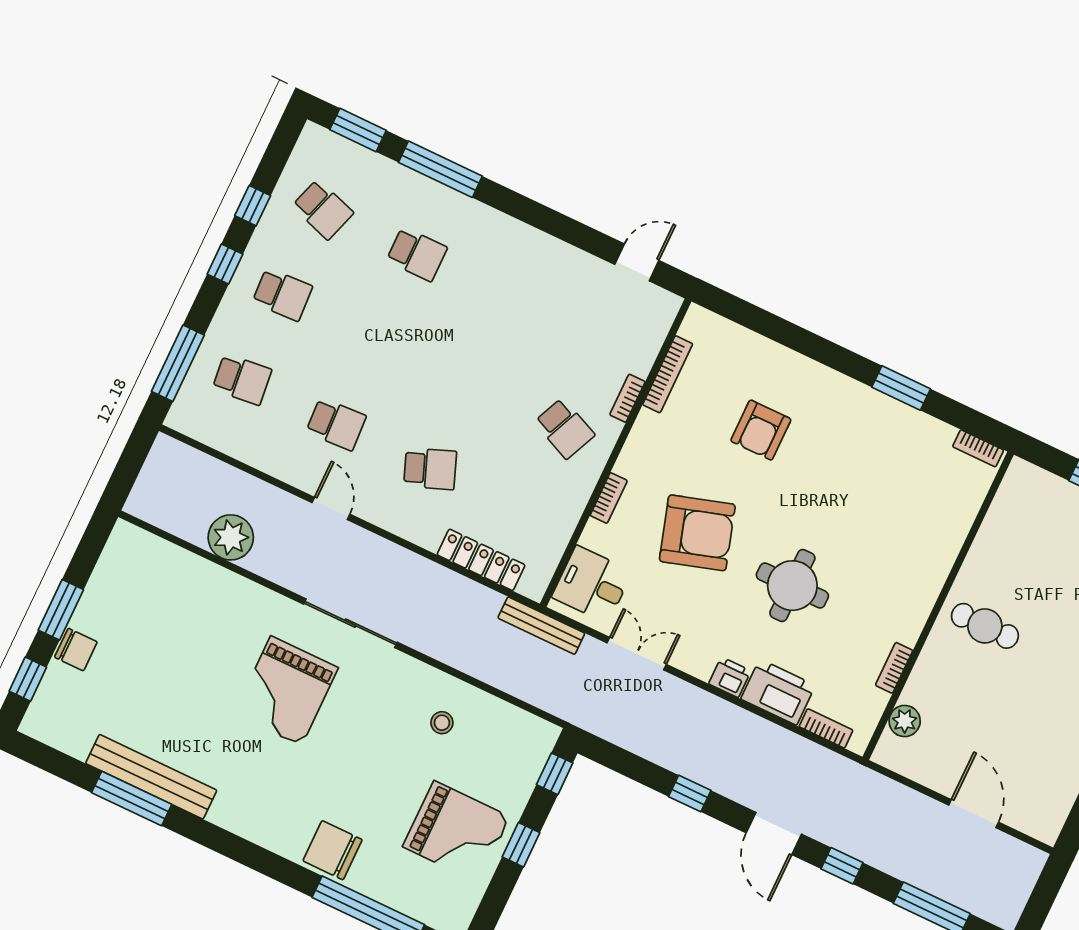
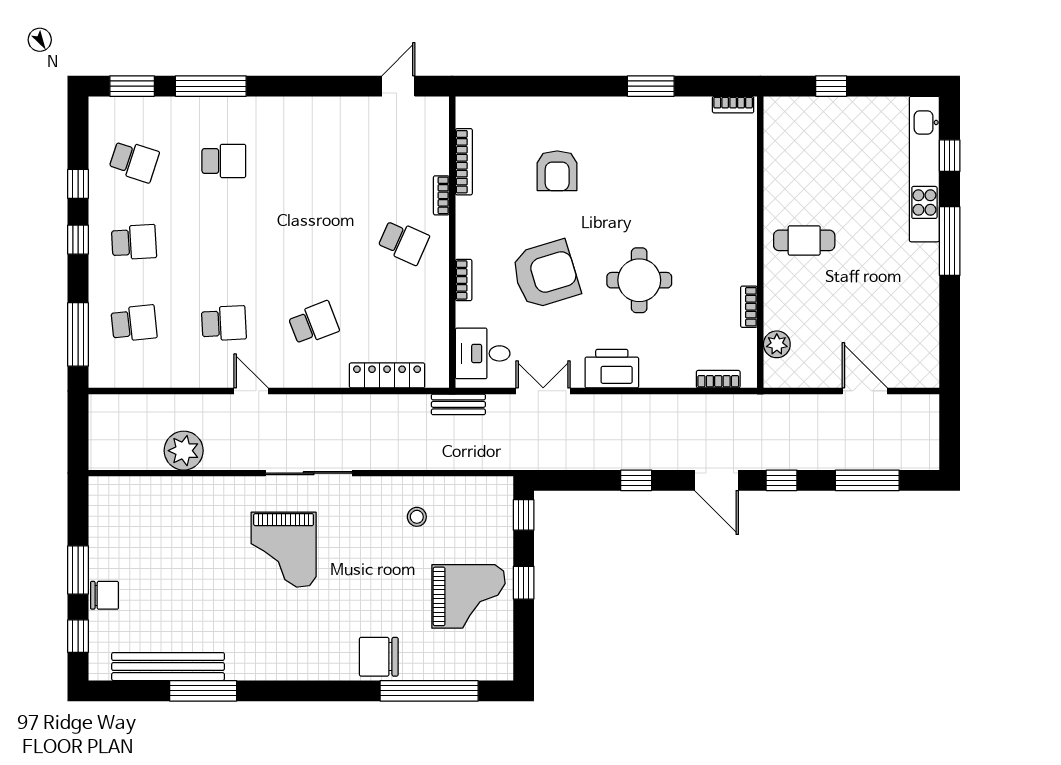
bench: (541, 626) -> (458, 404), width x0.73
printer: (730, 677) -> (612, 369), width x1.87, depth x1.48
printer: (778, 692) -> (668, 369), removed
bench: (151, 777) -> (168, 667), moved

